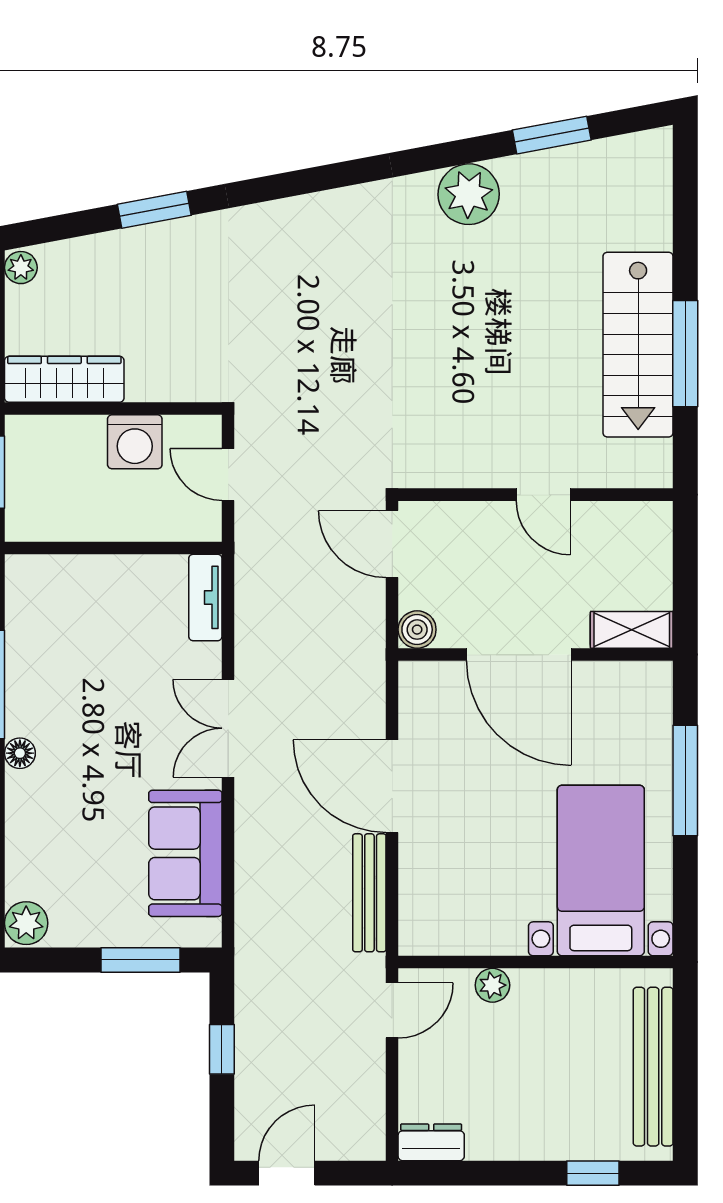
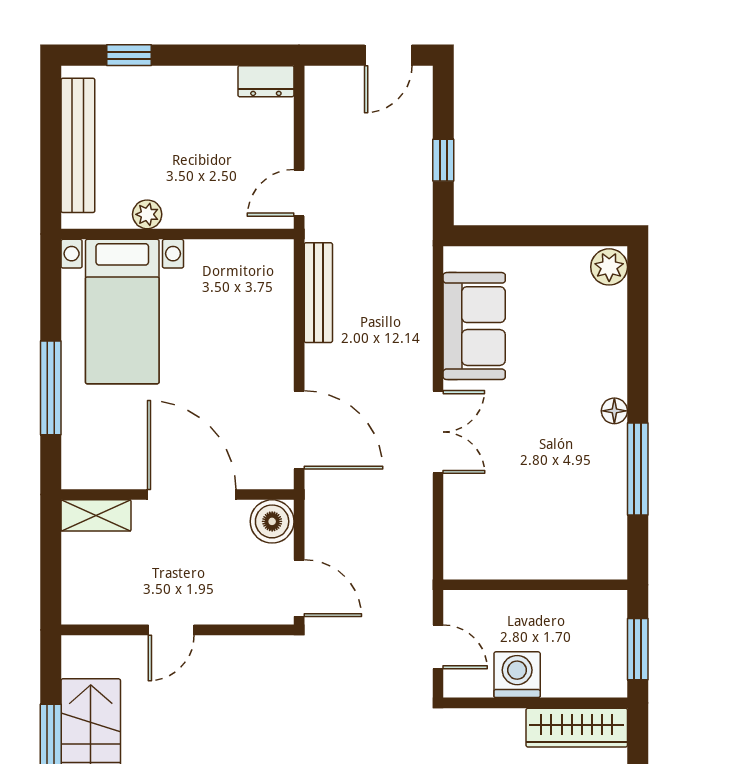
door: (543, 495) -> (171, 630), swing flipped
tv unit: (205, 597) -> (457, 543), removed
boiler: (417, 630) -> (272, 521), width x1.36, depth x1.36
door: (392, 786) -> (299, 430), moved
window: (141, 960) -> (512, 236), removed
plant: (492, 985) -> (147, 214), moved

